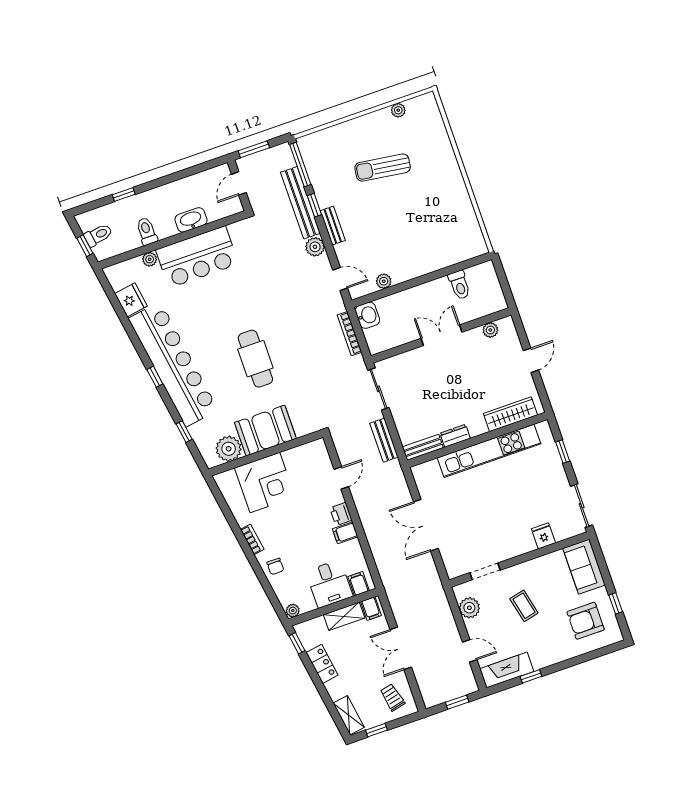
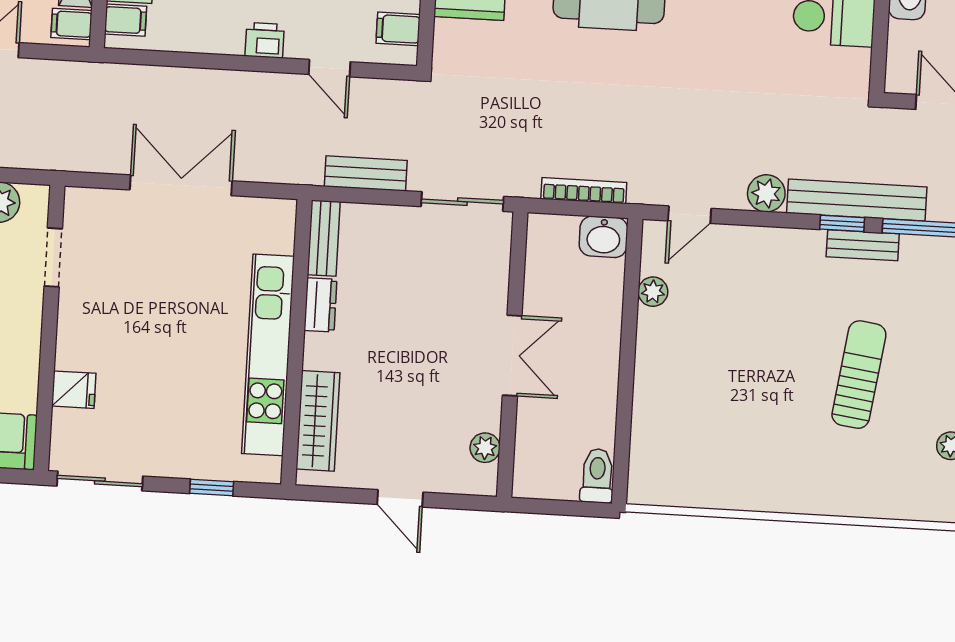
bench: (333, 226) -> (863, 245), moved
toilet: (459, 285) -> (597, 476), moved, turned 90
filing cabinet: (345, 533) -> (398, 29), moved, turned -90

